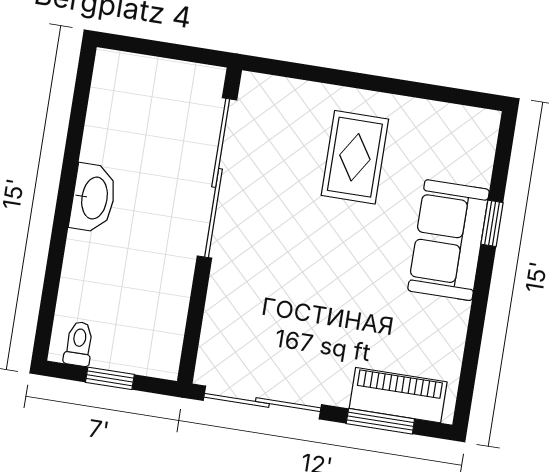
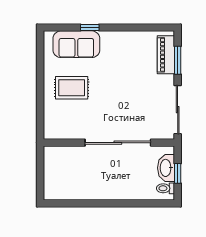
sliding door: (217, 178) -> (118, 143), moved
washbasin: (93, 198) -> (166, 168), moved, turned -90
sofa: (448, 240) -> (76, 44), moved

